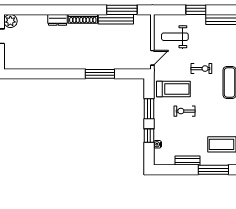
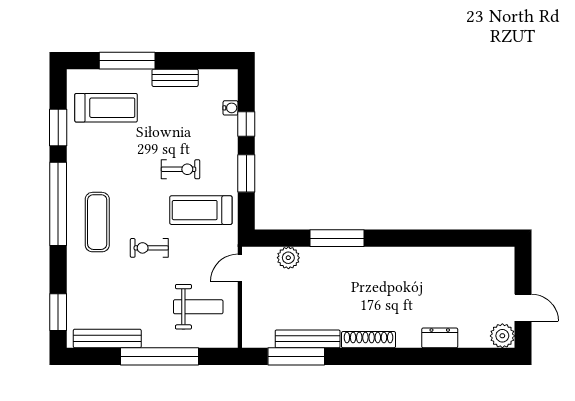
window: (196, 10) -> (159, 356), width x2.11
dresser: (58, 20) -> (440, 338), moved
plant: (126, 63) -> (288, 258), added

